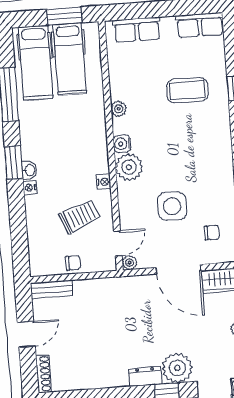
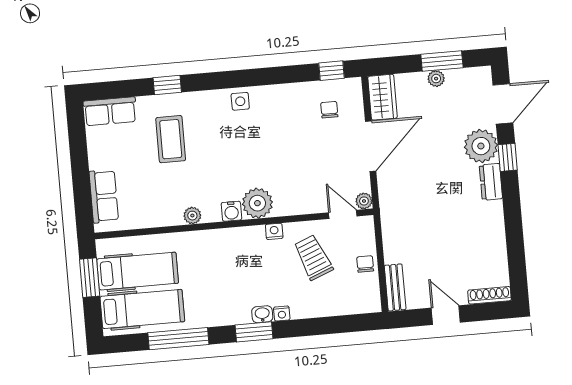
row of seats: (200, 25) -> (110, 111), moved, turned 90
side table: (172, 206) -> (240, 101), moved, width x0.54, depth x0.54

